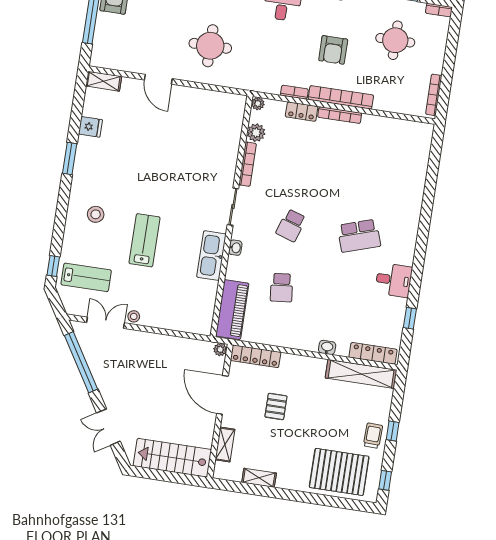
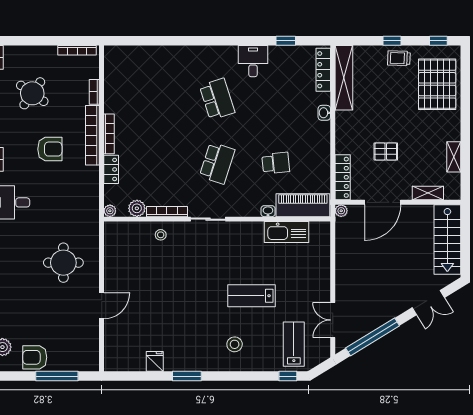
round table: (395, 40) -> (32, 93), turned 35
shelving: (104, 81) -> (111, 356), removed
bookcase: (294, 92) -> (94, 92), moved
school desk: (291, 225) -> (217, 163), width x1.85
washbasin: (235, 248) -> (268, 211), moved
kitchen sink: (211, 256) -> (286, 232), moved
stool: (134, 316) -> (161, 235), moved

